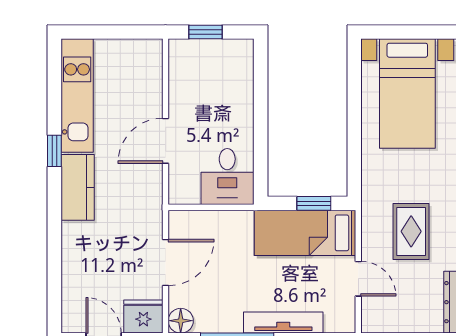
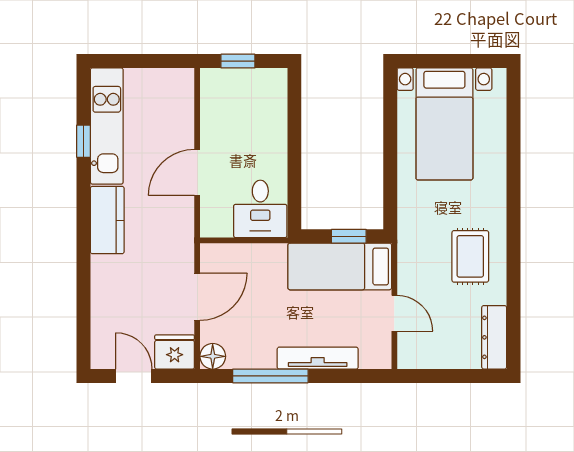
window: (54, 151) -> (84, 141), moved
rug: (411, 231) -> (470, 256), moved

